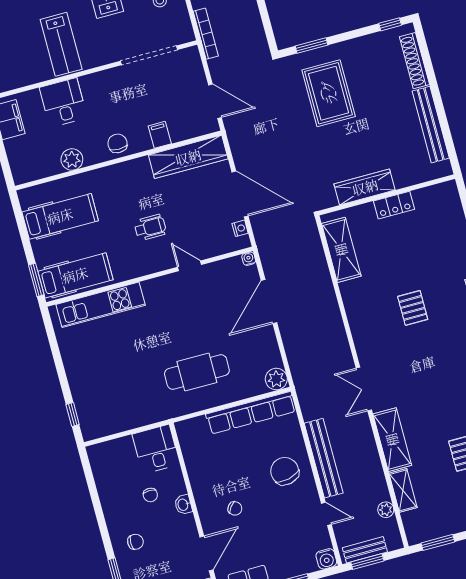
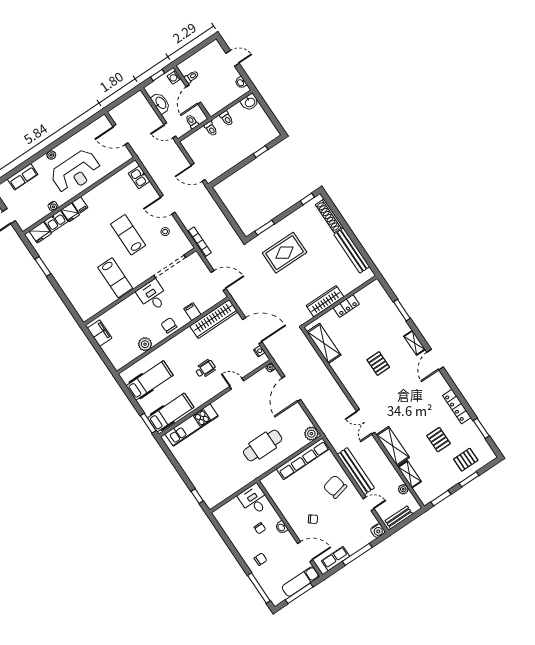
rug: (329, 93) -> (285, 253), turned 90
desk: (63, 103) -> (153, 296), moved
door: (206, 553) -> (305, 552), hinge flipped
window: (367, 561) -> (403, 524), removed

